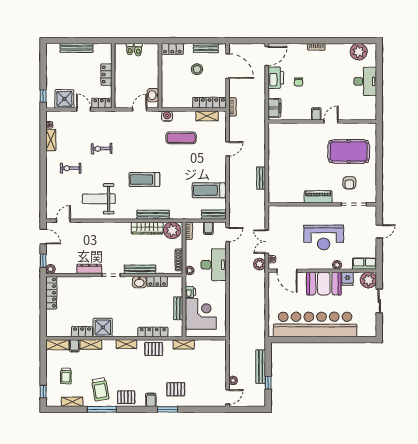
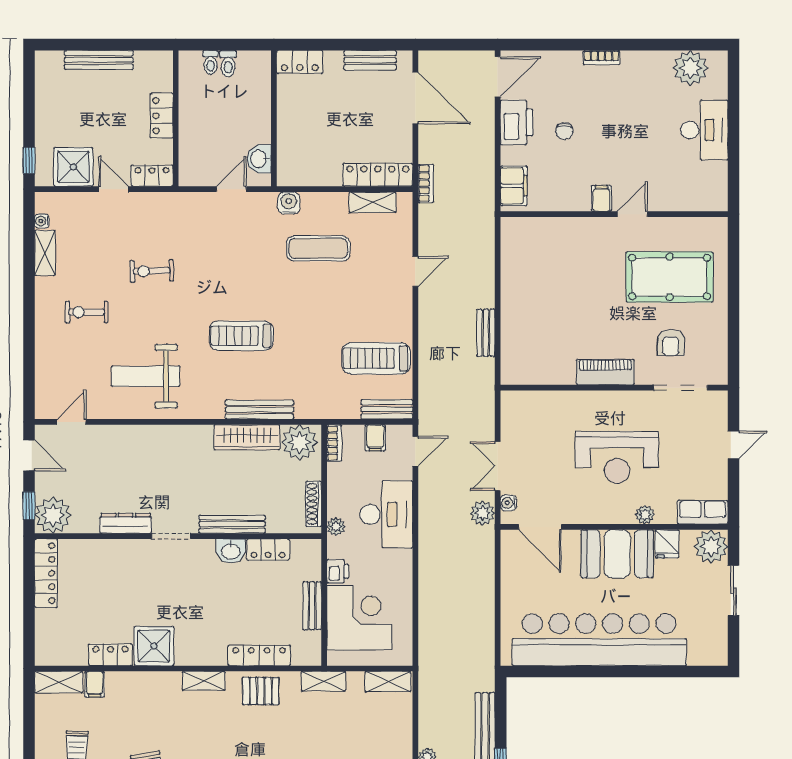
stool: (197, 69) -> (352, 105), removed
plant: (50, 269) -> (53, 515), width x1.87, depth x1.87
shelving: (91, 344) -> (388, 682), moved

